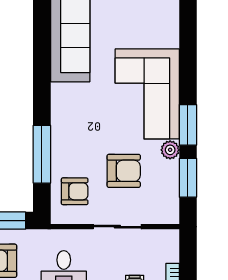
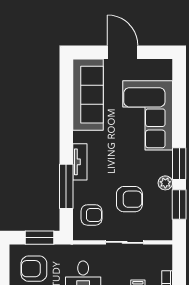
corner sofa: (147, 94) -> (148, 115), moved
tv unit: (60, 123) -> (80, 162), added

